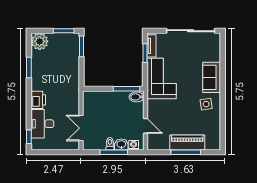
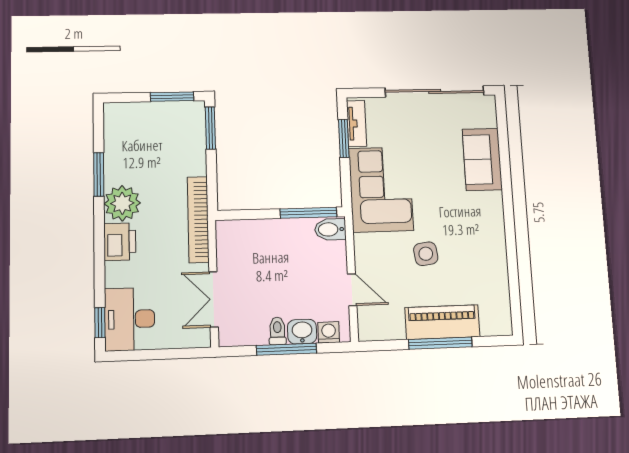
plant: (40, 41) -> (122, 203), moved
sofa: (212, 77) -> (482, 159), moved
bookcase: (75, 90) -> (198, 219), added
side table: (206, 104) -> (426, 254), moved
desk: (42, 124) -> (130, 319), moved

